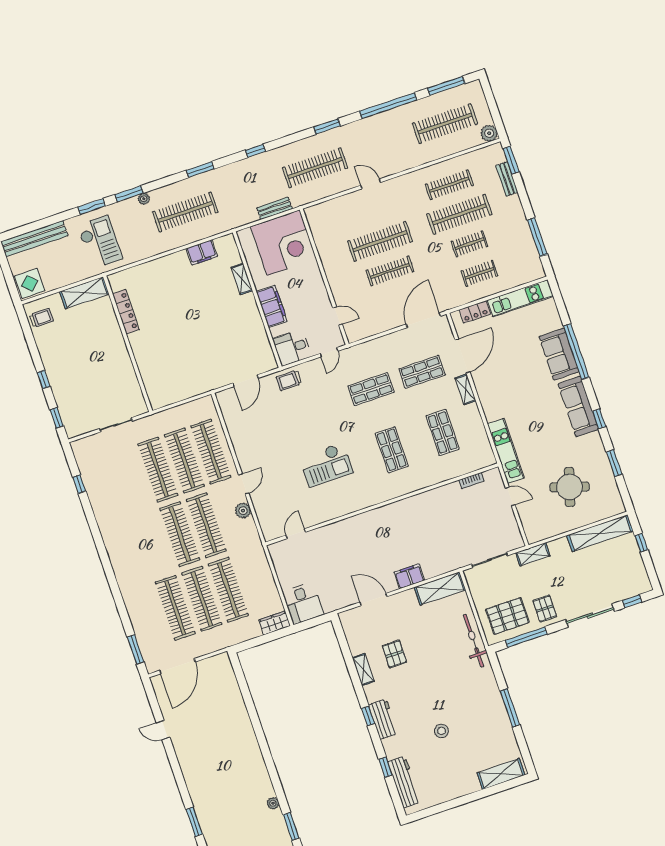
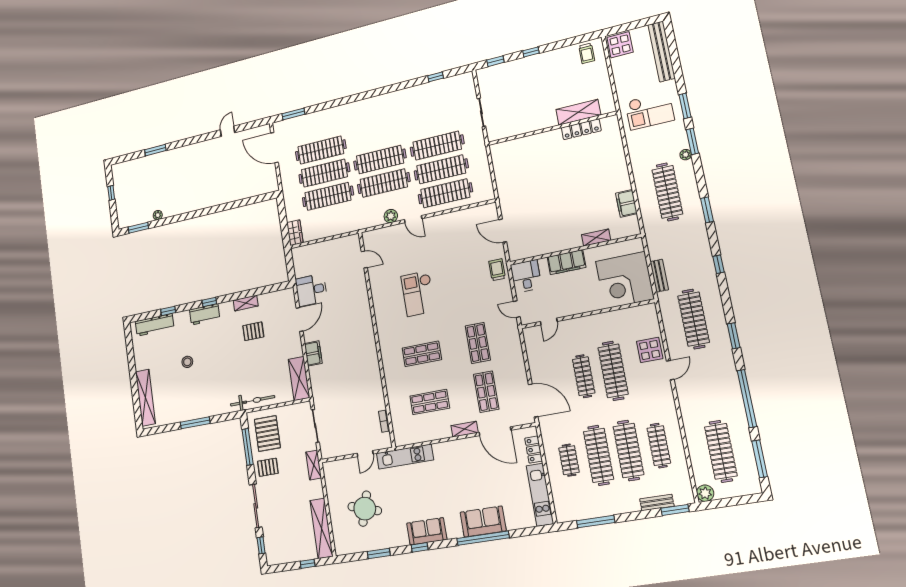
display table: (353, 207) -> (650, 350), added
clothes rail: (469, 244) -> (599, 455), width x1.86, depth x1.31
shelving: (84, 293) -> (578, 112), moved, turned 90
sofa: (578, 406) -> (427, 531), width x0.73
desk: (303, 603) -> (311, 290), moved
shelving: (501, 774) -> (145, 398), width x1.47

